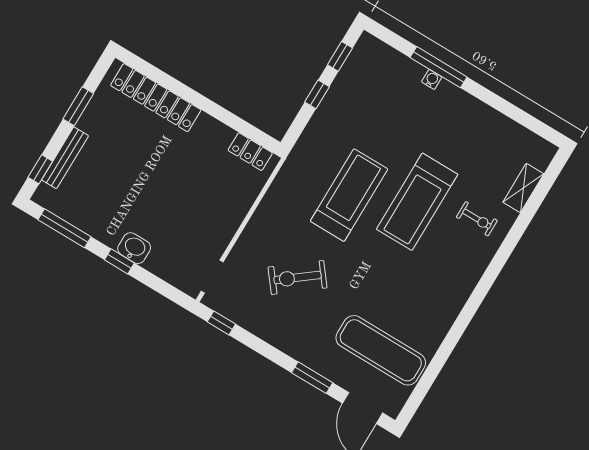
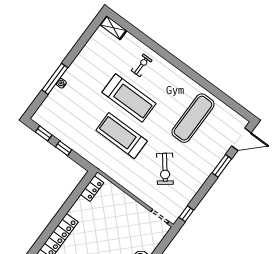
shelving: (523, 188) -> (113, 28), moved
exercise mat: (381, 350) -> (193, 118), moved

